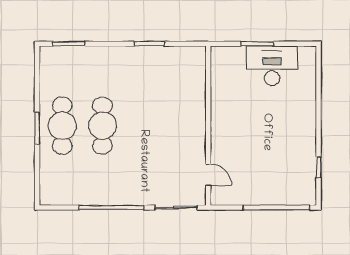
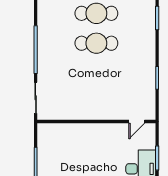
door: (208, 175) -> (137, 122), moved

